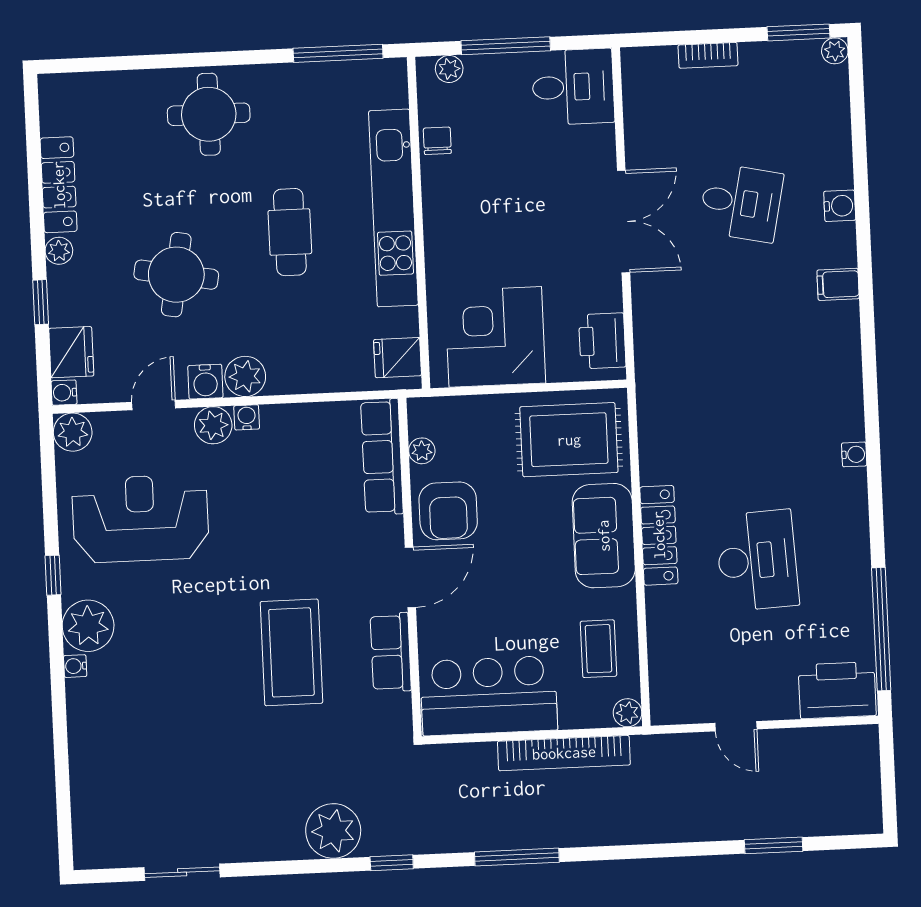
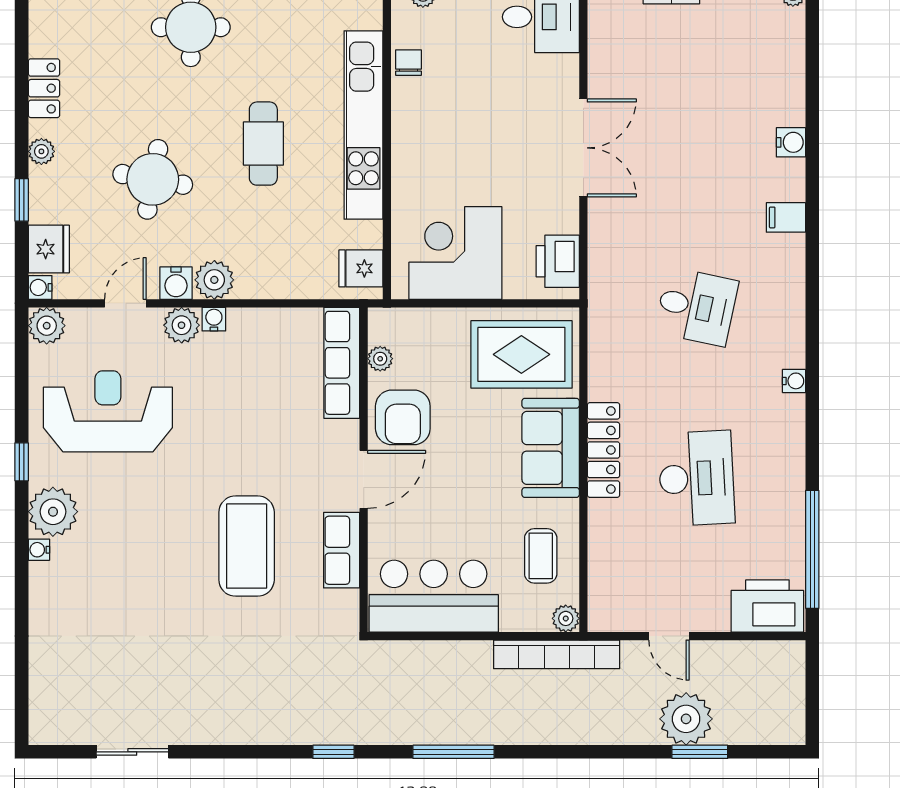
locker: (59, 185) -> (44, 88), width x0.66
desk: (741, 203) -> (696, 307), moved
bookcase: (564, 753) -> (557, 654), moved
plant: (333, 831) -> (686, 719), moved

